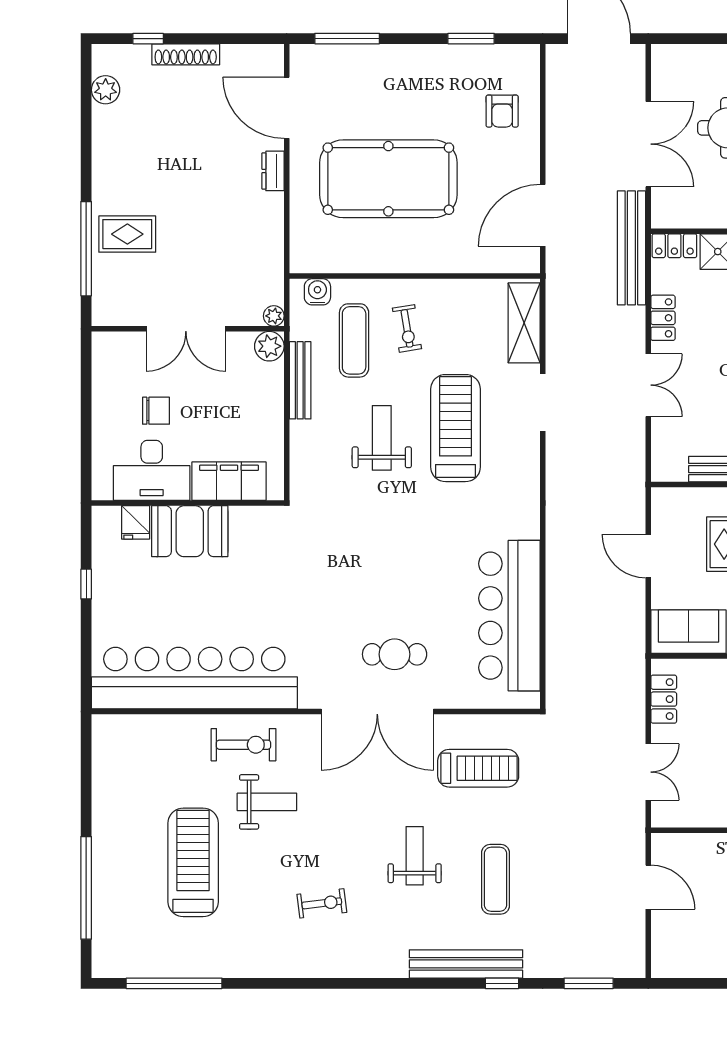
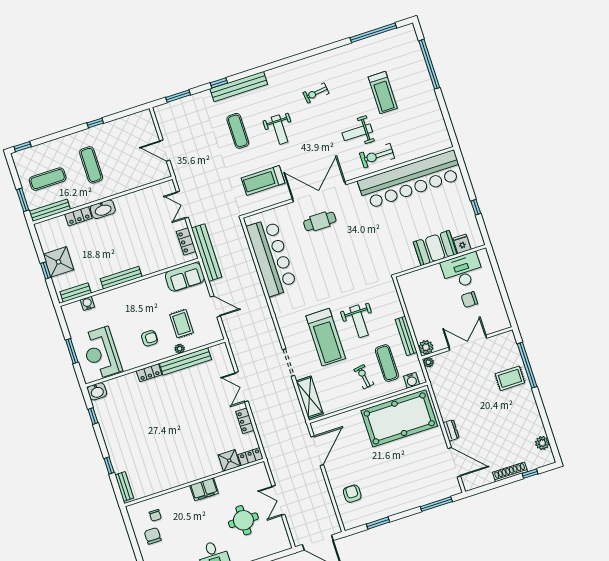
double door: (648, 144) -> (278, 500), width x0.73
pool table: (388, 179) -> (399, 418), moved
bench: (631, 248) -> (207, 253), moved
filing cabinet: (229, 481) -> (424, 278), removed
treadmill: (193, 862) -> (383, 93), width x0.73, depth x0.73

